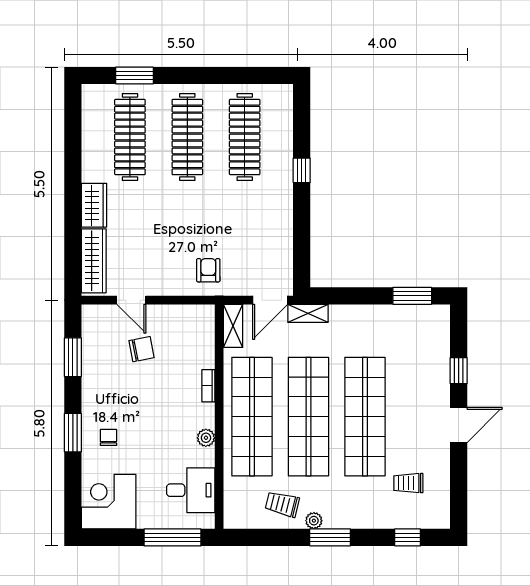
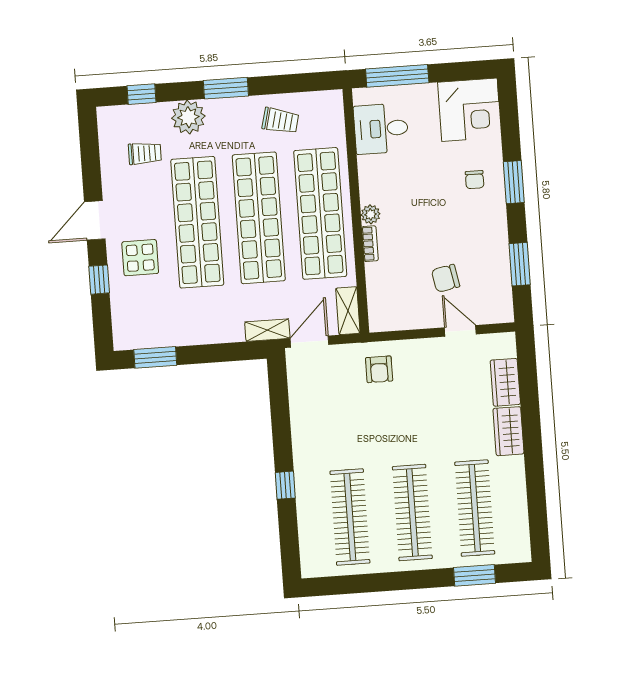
wardrobe: (94, 261) -> (505, 382), width x0.67
display table: (419, 388) -> (140, 258), added
plant: (206, 438) -> (371, 214), moved
plant: (314, 521) -> (188, 117), moved, width x1.87, depth x1.87

